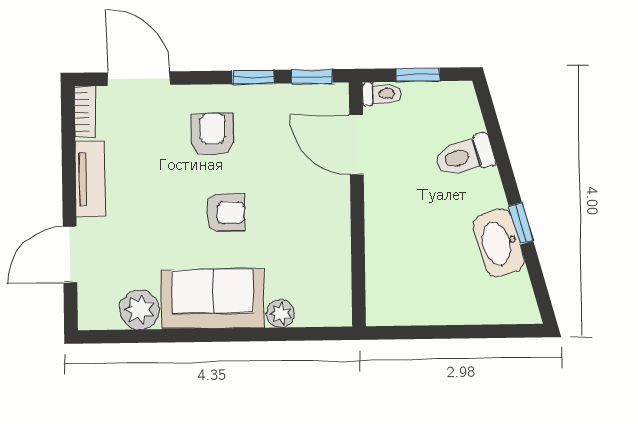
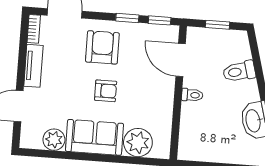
toilet: (381, 94) -> (192, 95), moved
armchair: (213, 134) -> (102, 47), width x1.38, depth x1.38
plant: (281, 314) -> (138, 143), width x1.88, depth x1.88

